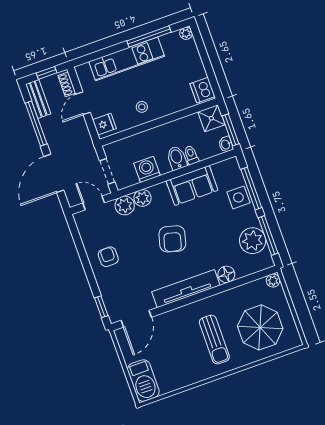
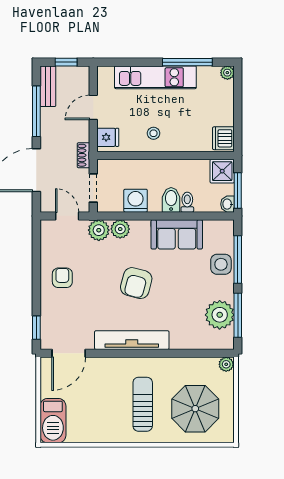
shoe rack: (67, 84) -> (83, 155), moved
floor lamp: (226, 274) -> (180, 340), removed
sun lounger: (214, 340) -> (143, 404), turned 180

